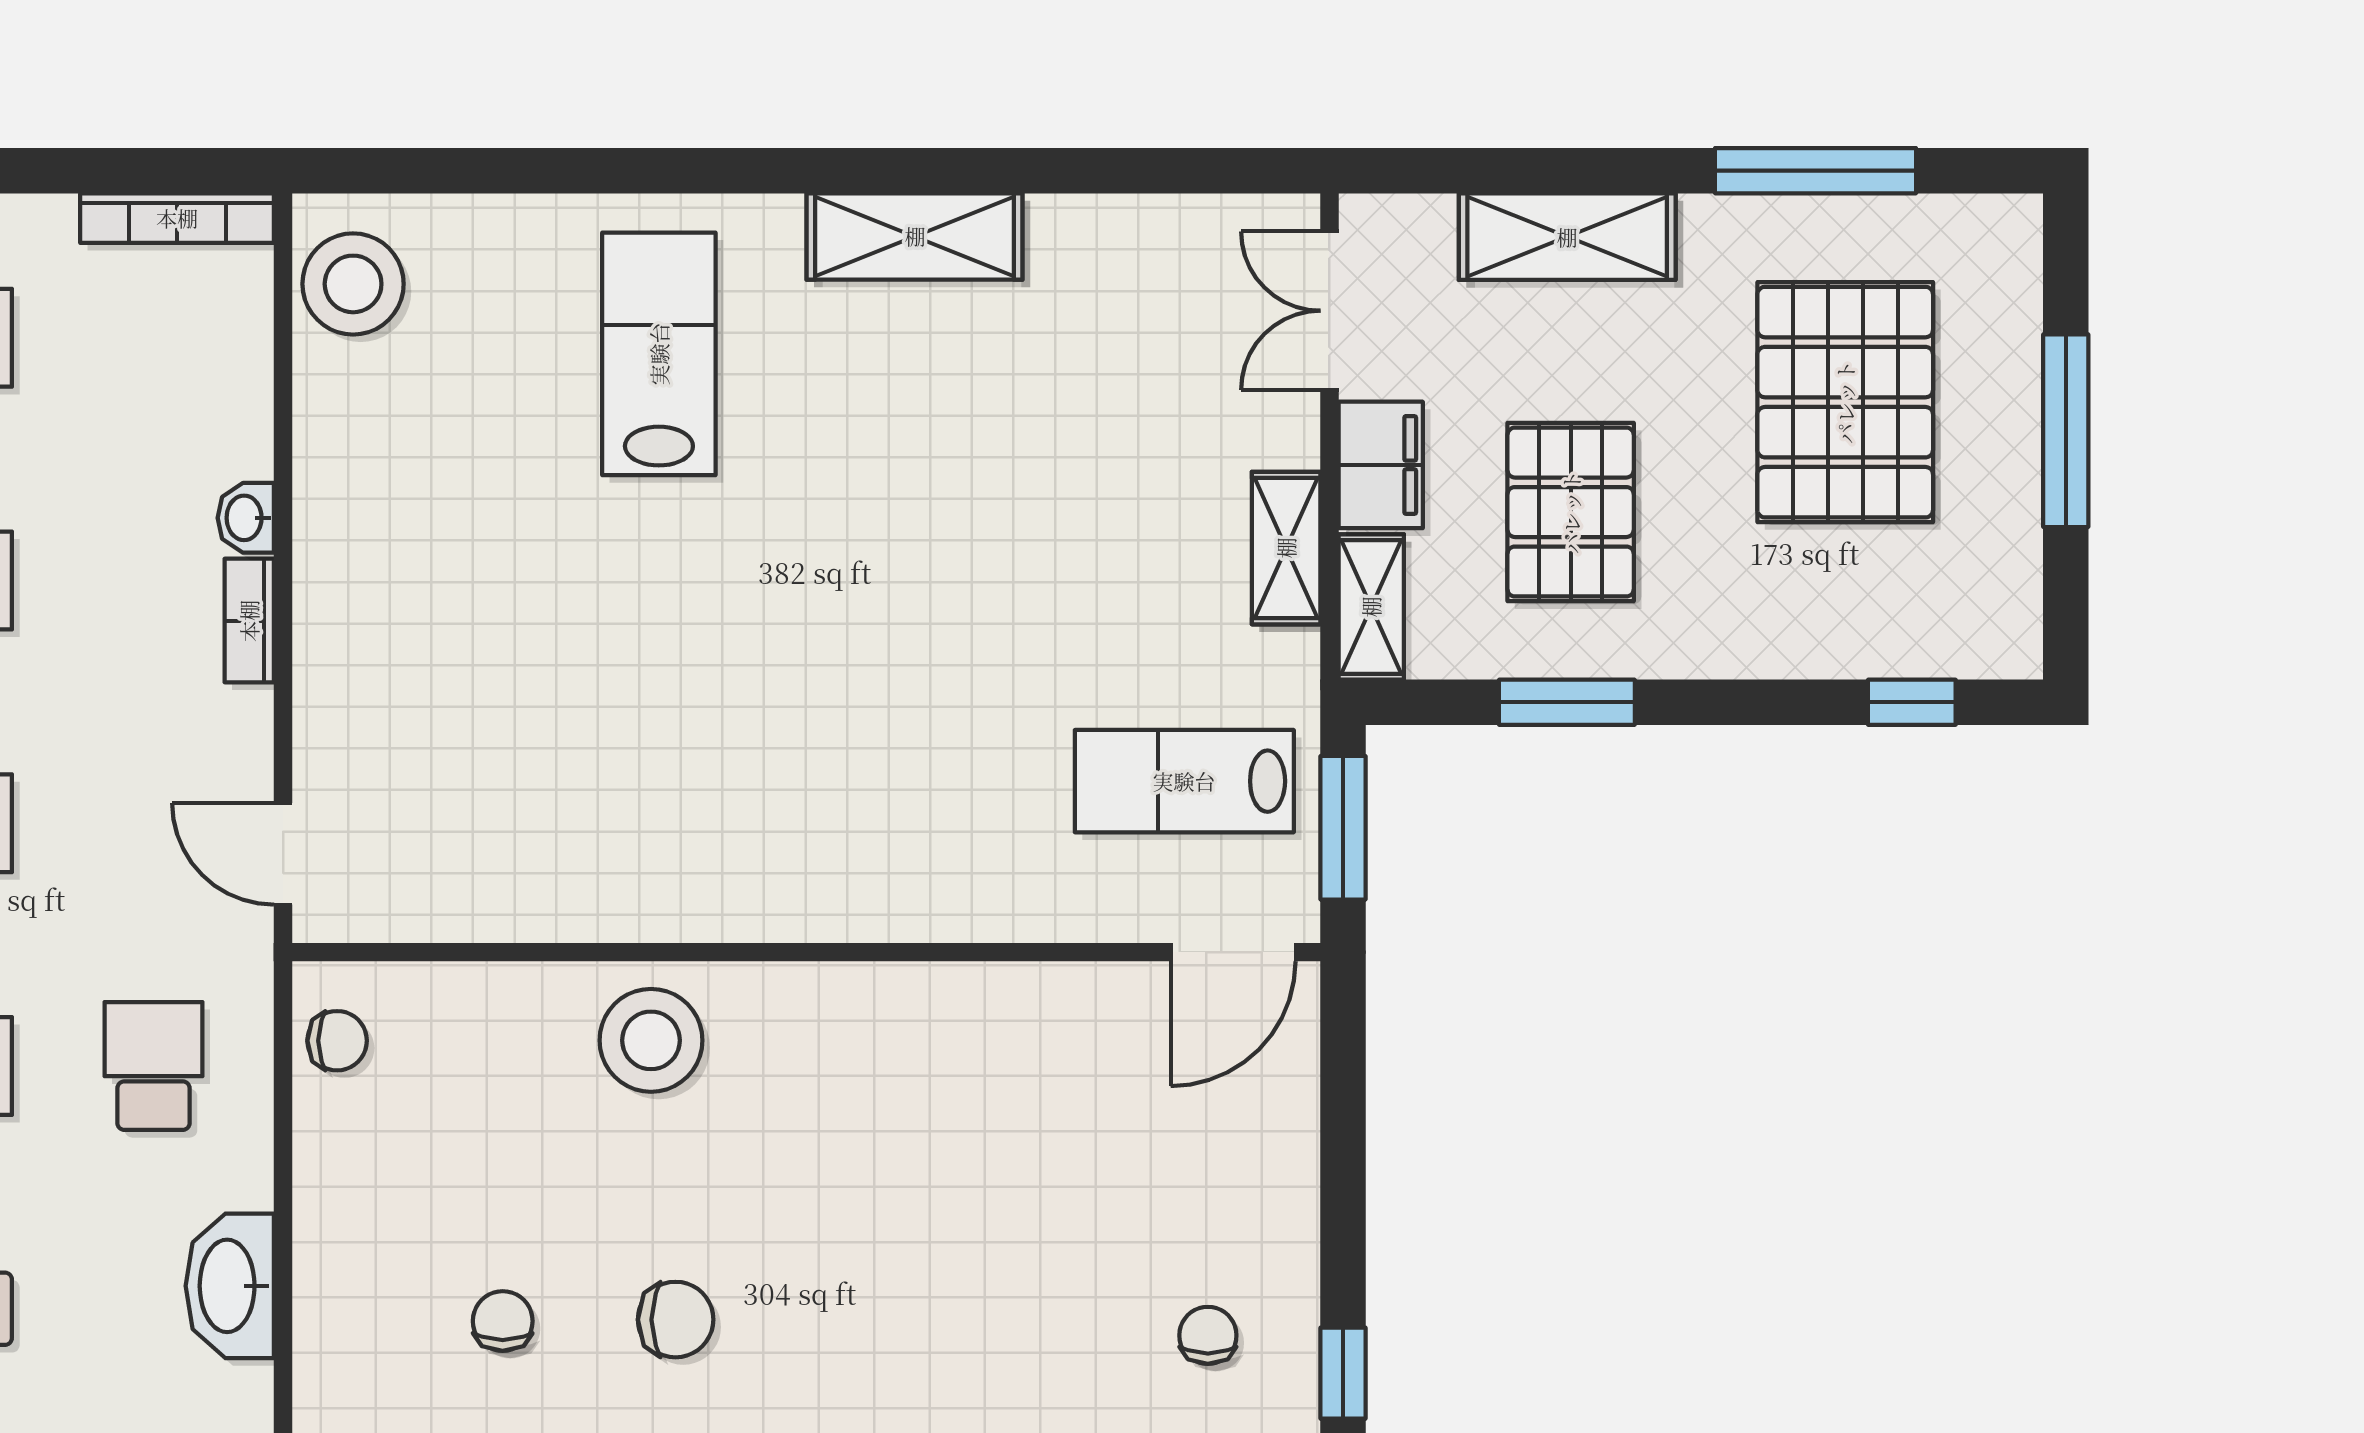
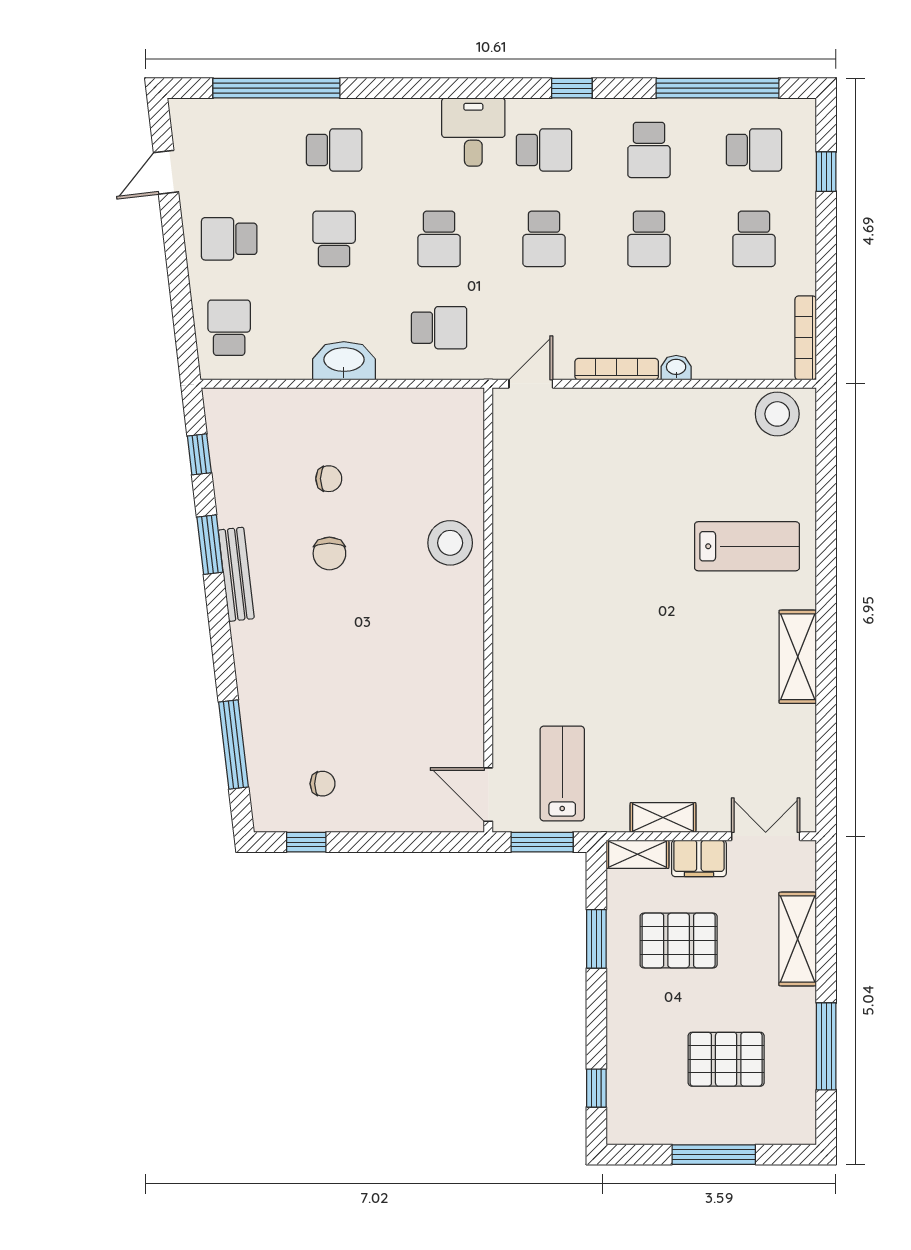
pallet: (1845, 402) -> (726, 1059), width x0.73, depth x0.71
bookcase: (249, 621) -> (617, 369), width x1.56
chair: (337, 1041) -> (450, 407), removed

